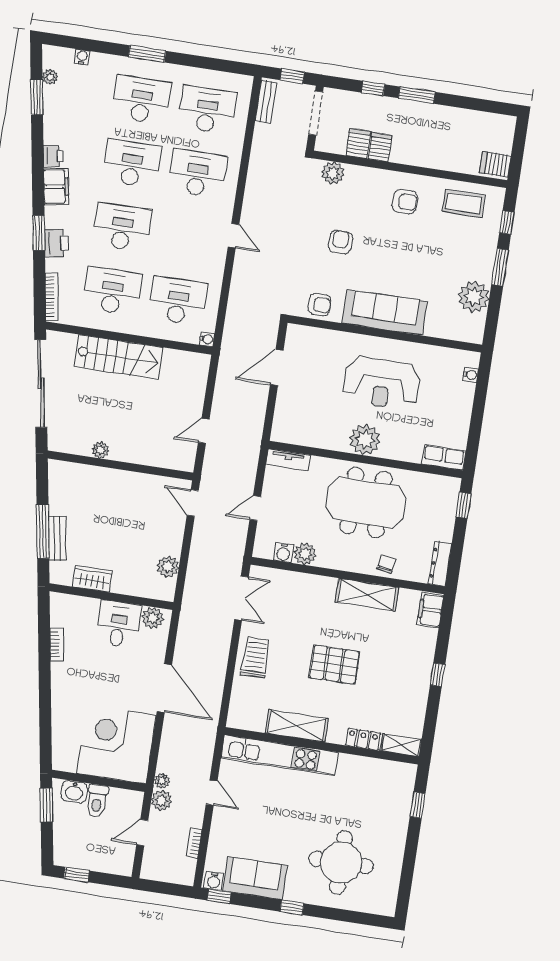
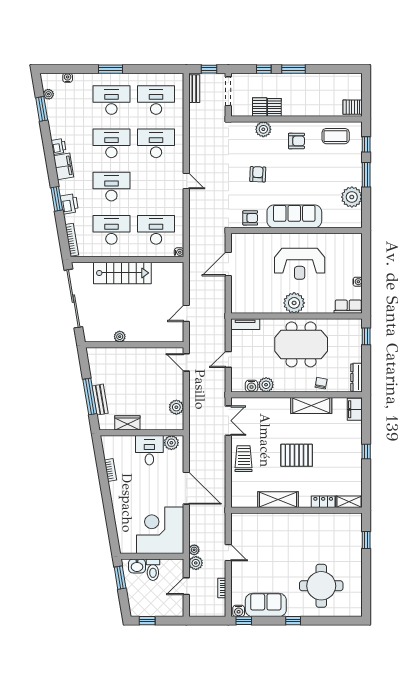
plant: (333, 173) -> (263, 129), moved
water cooler: (471, 375) -> (358, 282), moved
kitchen unit: (280, 755) -> (269, 521), removed

